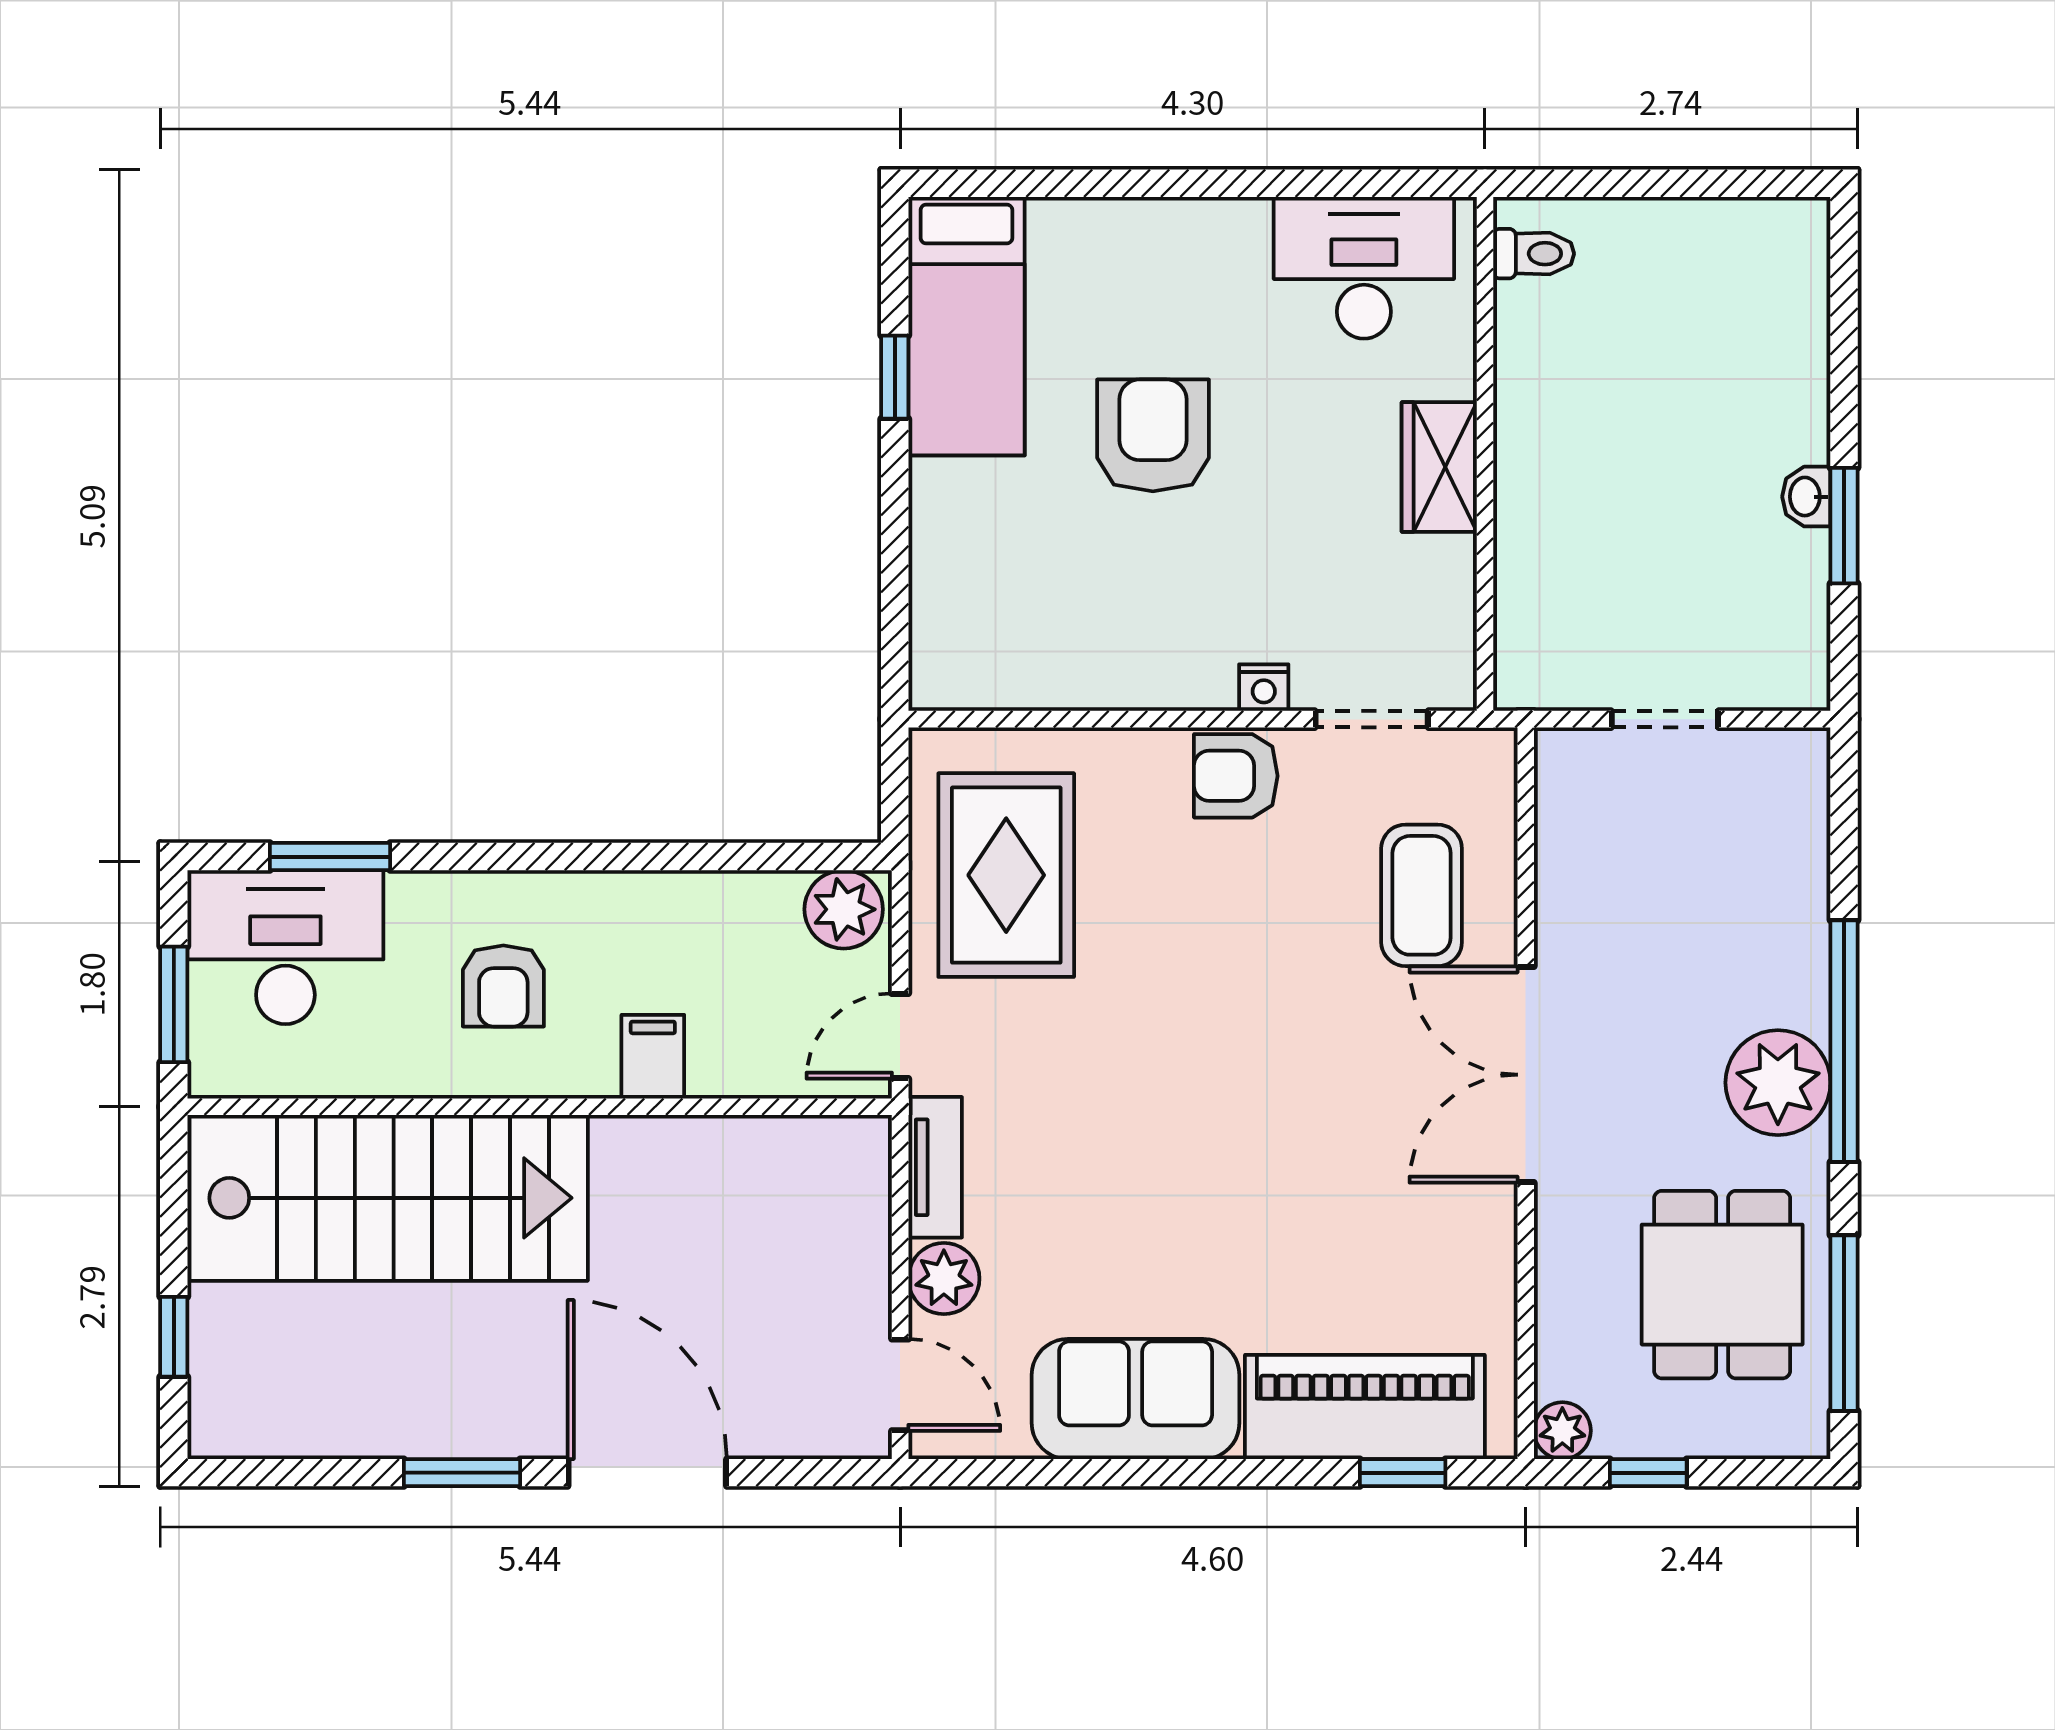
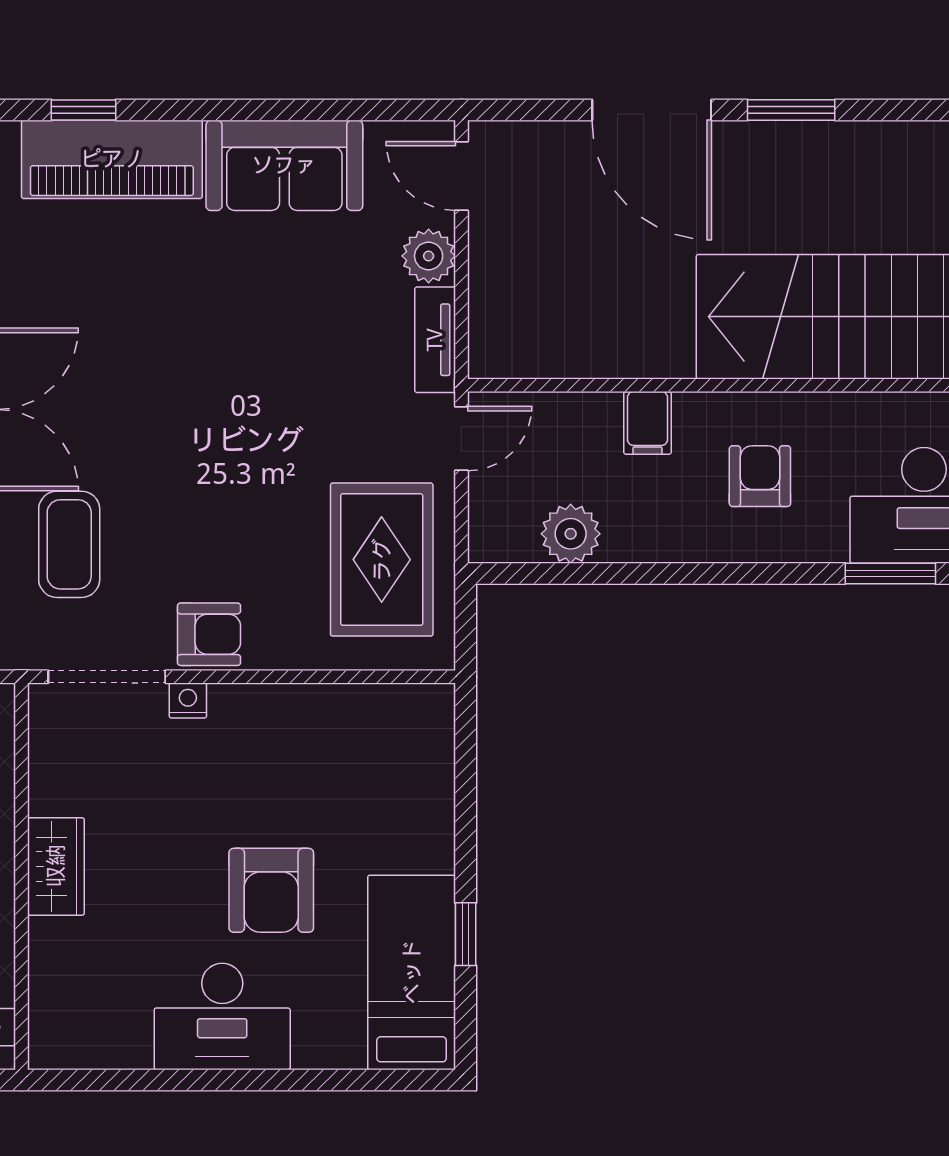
desk: (1364, 268) -> (222, 1016), moved
doorway: (1372, 719) -> (107, 677), width x1.38
plant: (844, 909) -> (571, 534), moved

